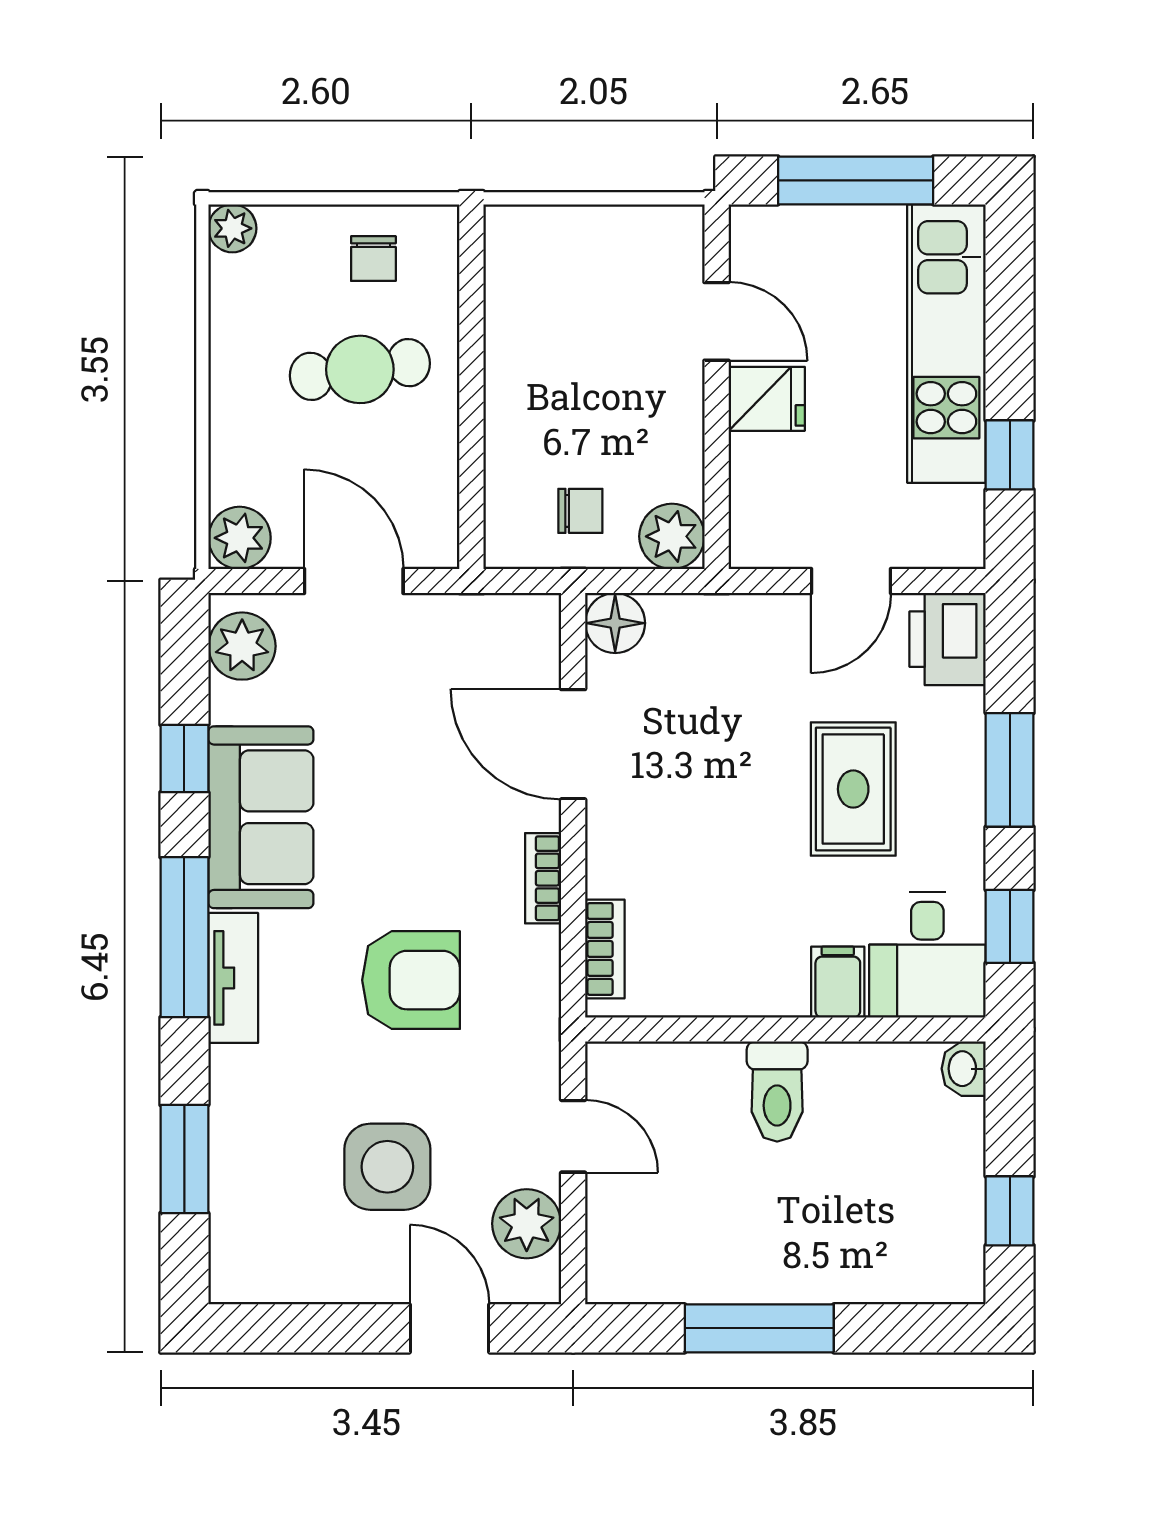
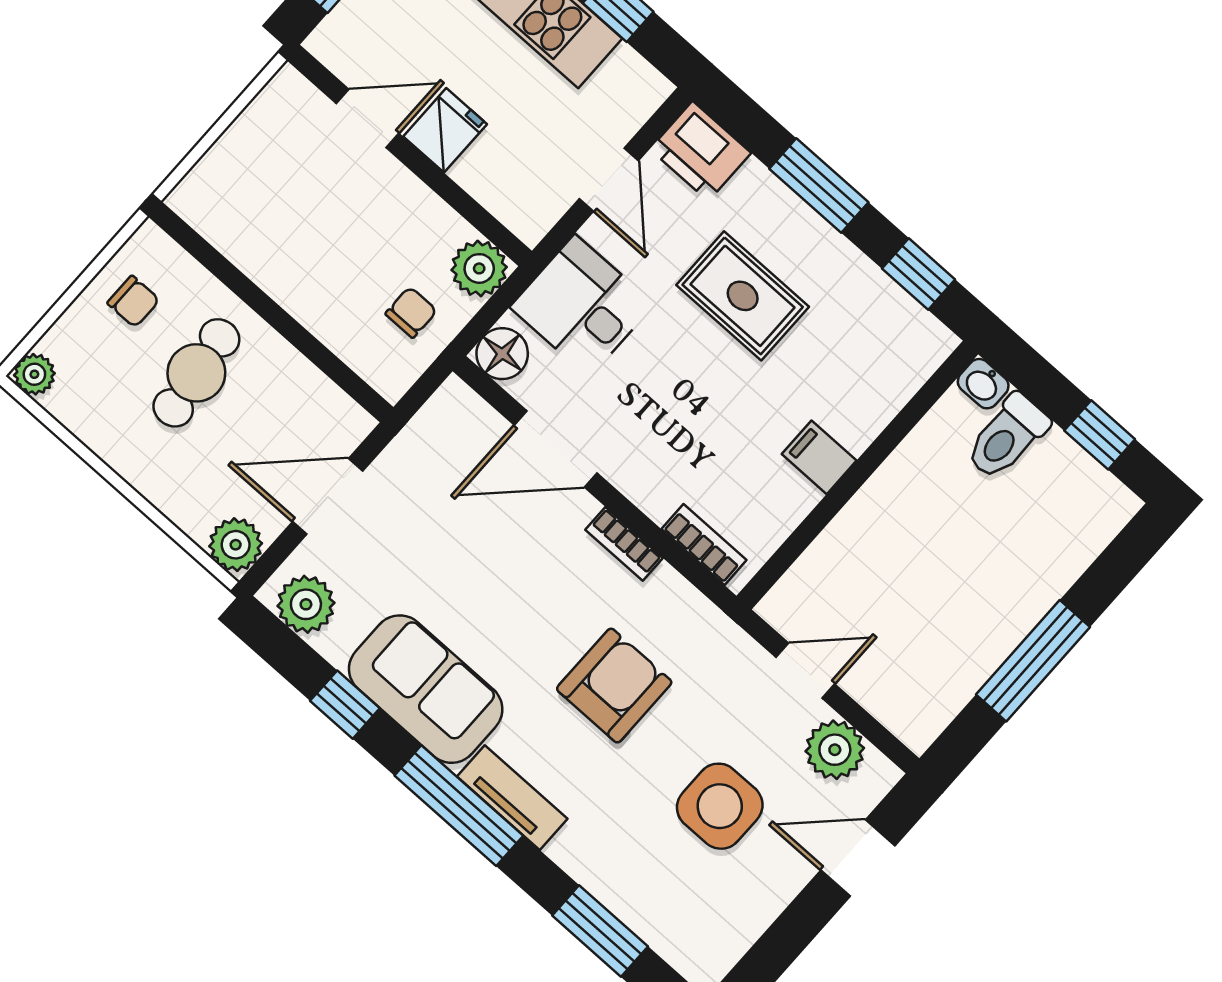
desk: (927, 955) -> (582, 306), moved, turned 180
filing cabinet: (838, 982) -> (819, 457), moved
toilet: (777, 1091) -> (1007, 437), moved, turned 90

